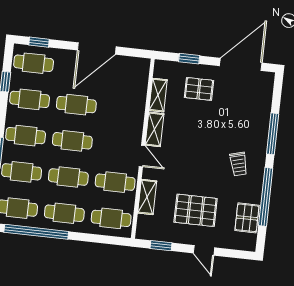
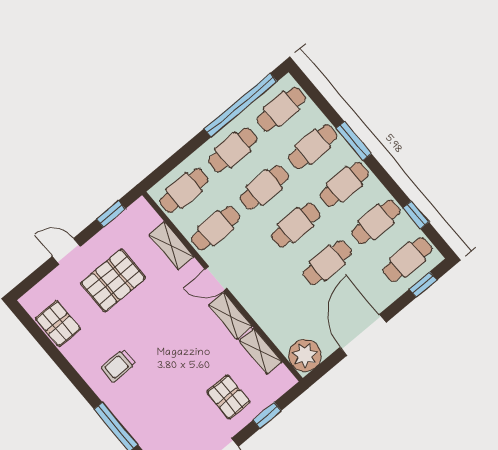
plant: (138, 69) -> (305, 355), added
pallet: (199, 89) -> (228, 397), turned 90
trolley: (239, 164) -> (118, 366), turned -75
window: (266, 197) -> (61, 361), removed

